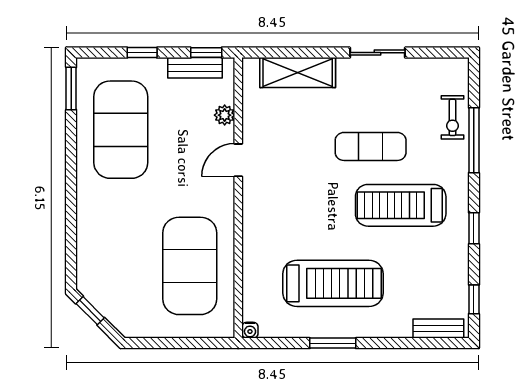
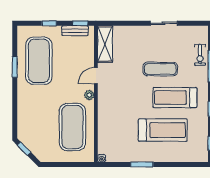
shelving: (298, 73) -> (105, 44), moved, turned 90
window: (71, 88) -> (15, 67), moved
plant: (225, 115) -> (89, 95), moved
treadmill: (333, 283) -> (163, 130), moved
bench: (438, 329) -> (193, 157), removed

